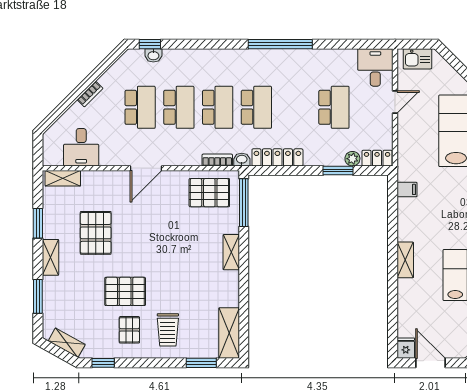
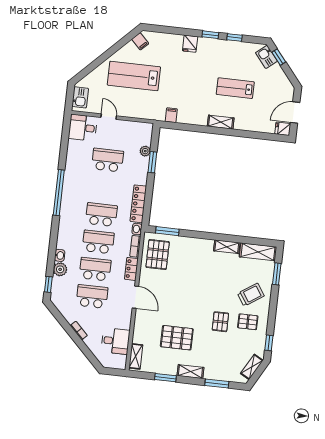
washbasin: (153, 55) -> (60, 255), moved
plant: (173, 58) -> (60, 269), added
locker: (377, 158) -> (131, 269), moved
window: (244, 203) -> (167, 231), width x0.69
shelving: (231, 252) -> (227, 247), moved
pallet: (125, 291) -> (220, 322), width x0.67, depth x0.71
trolley: (168, 330) -> (251, 295), turned -34

